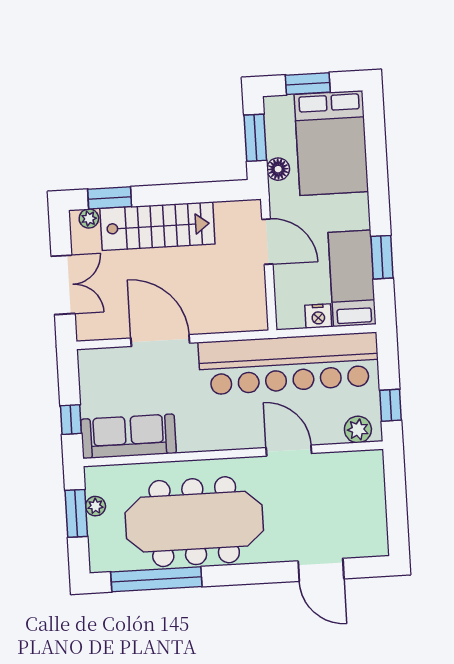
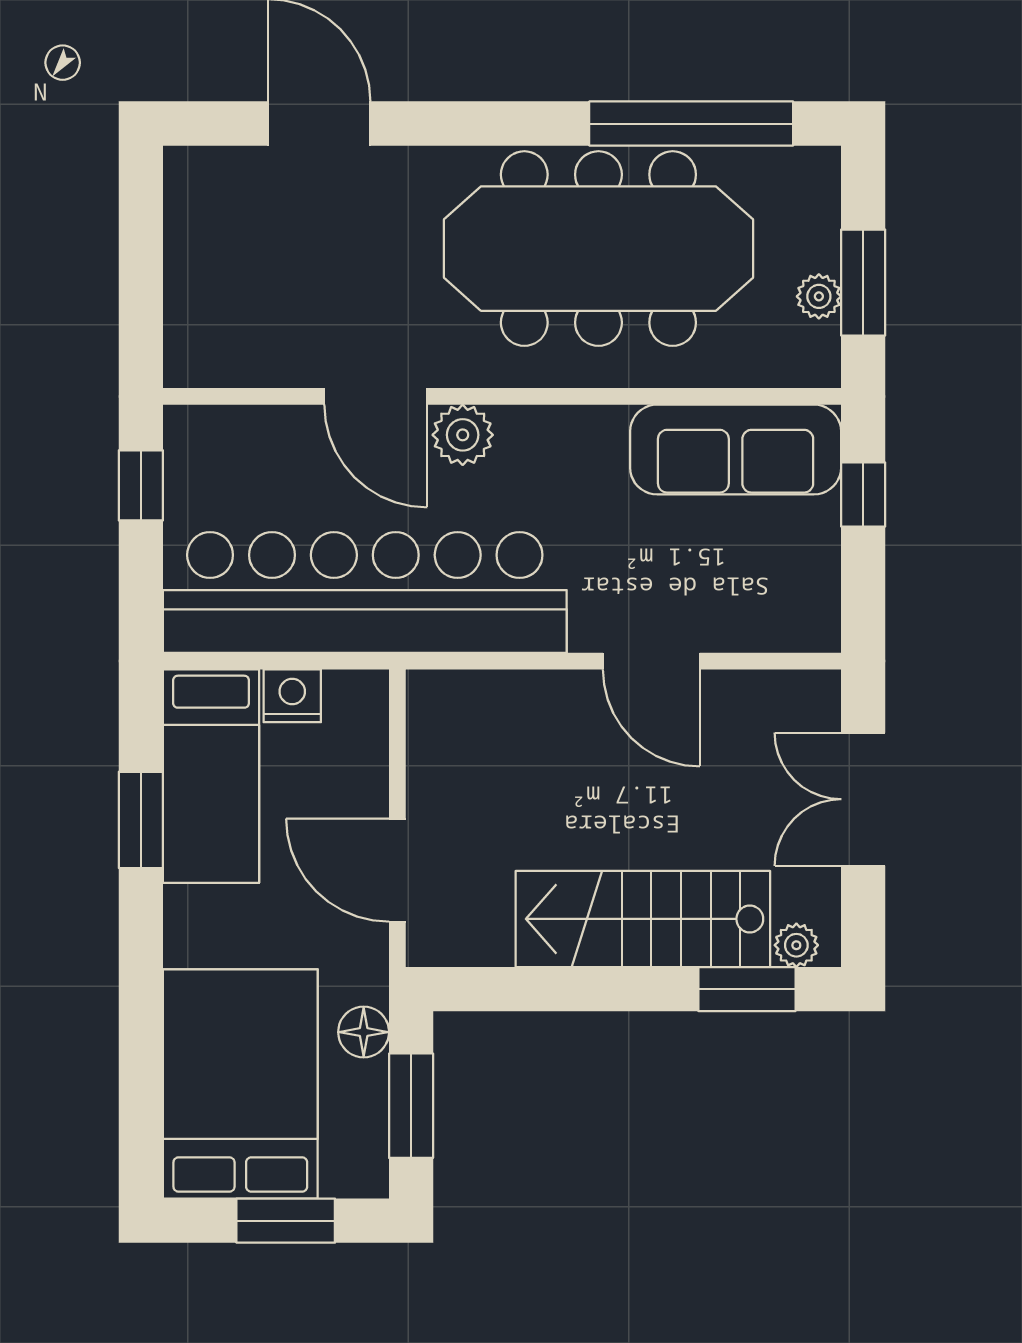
door: (160, 341) -> (651, 661), width x0.73
plant: (358, 430) -> (463, 435), moved

